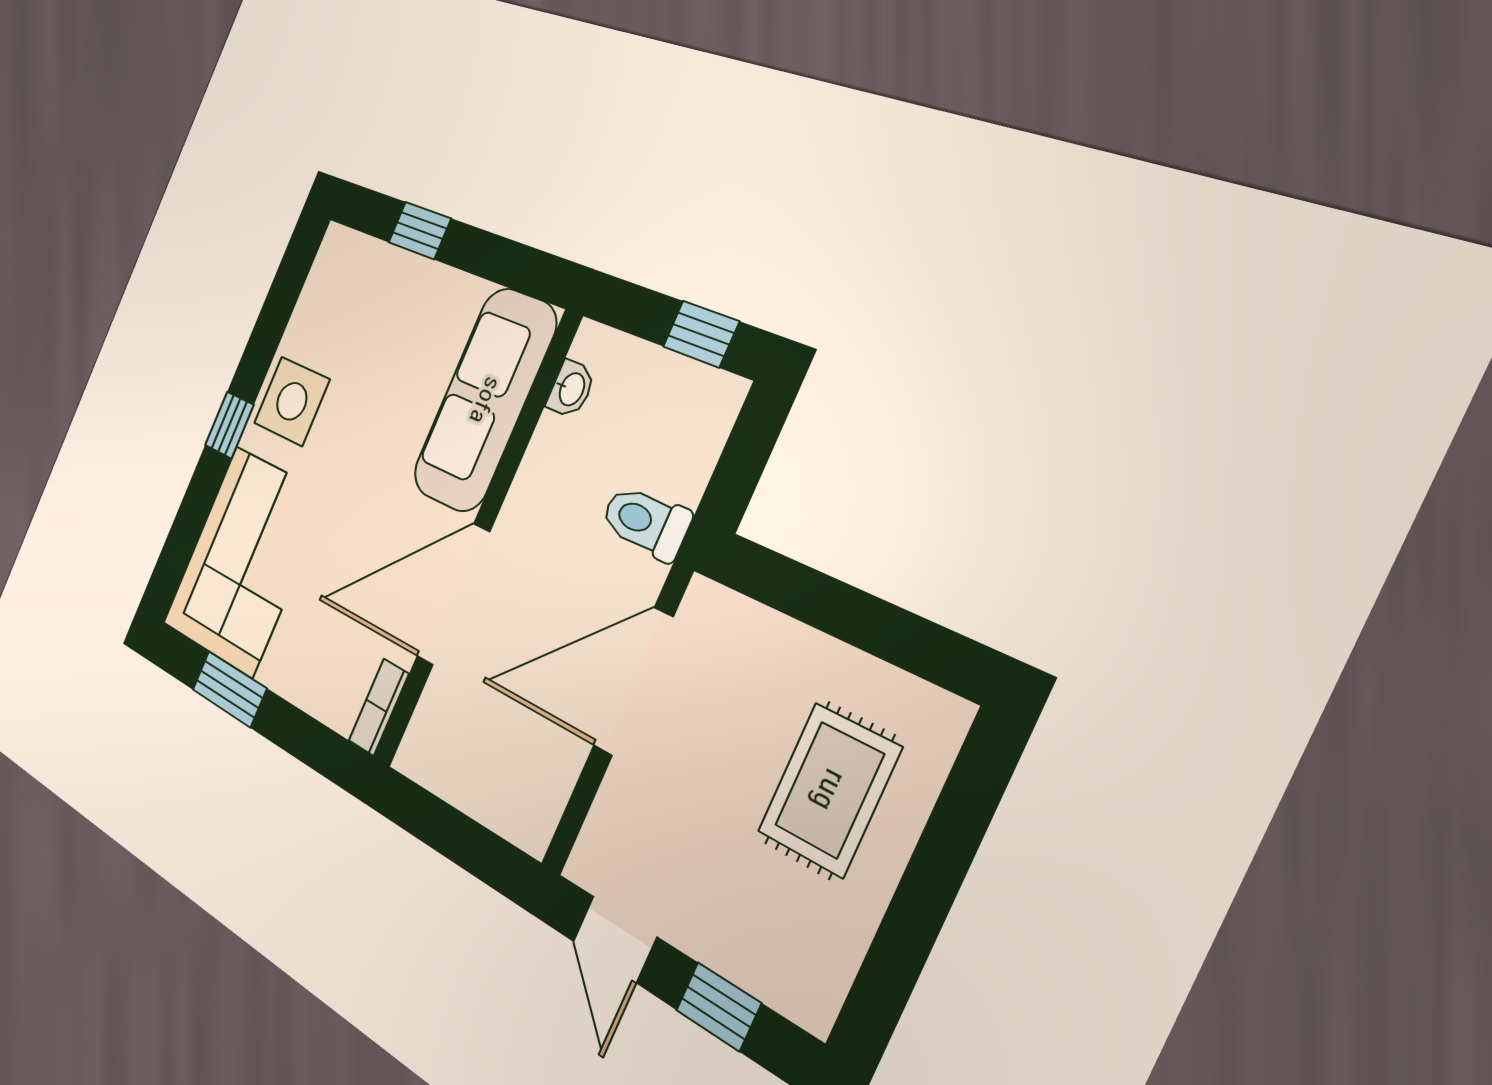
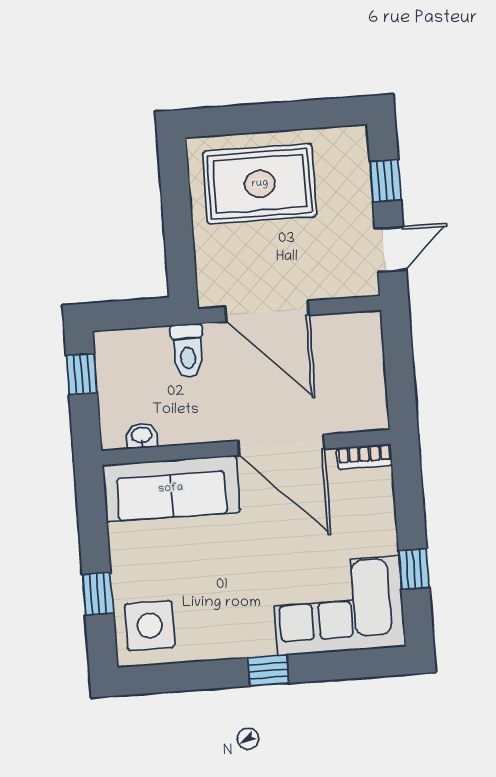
side table: (292, 401) -> (150, 626), moved
window: (229, 689) -> (414, 569), width x0.67
rug: (829, 790) -> (260, 184), width x1.36, depth x1.43

